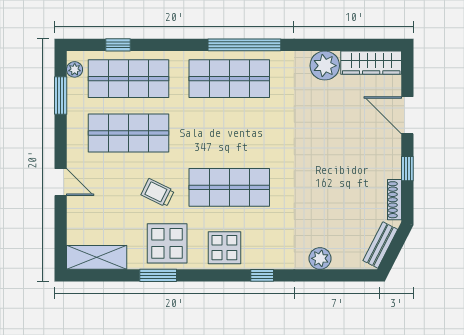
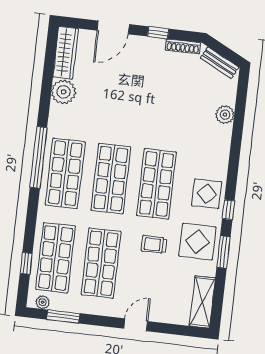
shop shelf: (229, 133) -> (111, 179), added
trolley: (158, 193) -> (154, 245), turned 64
window: (262, 275) -> (228, 210), moved

